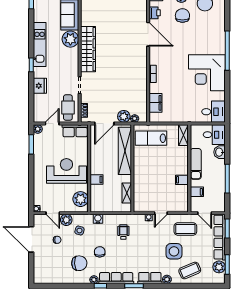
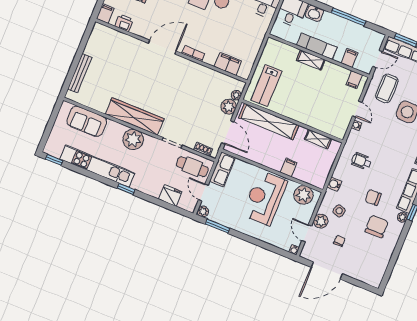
door: (148, 34) -> (162, 47), moved
plant: (70, 39) -> (133, 139), moved
kitchen unit: (40, 45) -> (97, 166), width x1.36
fridge: (40, 86) -> (170, 195), moved
shelving: (183, 135) -> (311, 60), moved
filing cabinet: (182, 180) -> (354, 80), moved
door: (53, 213) -> (307, 233), swing flipped

